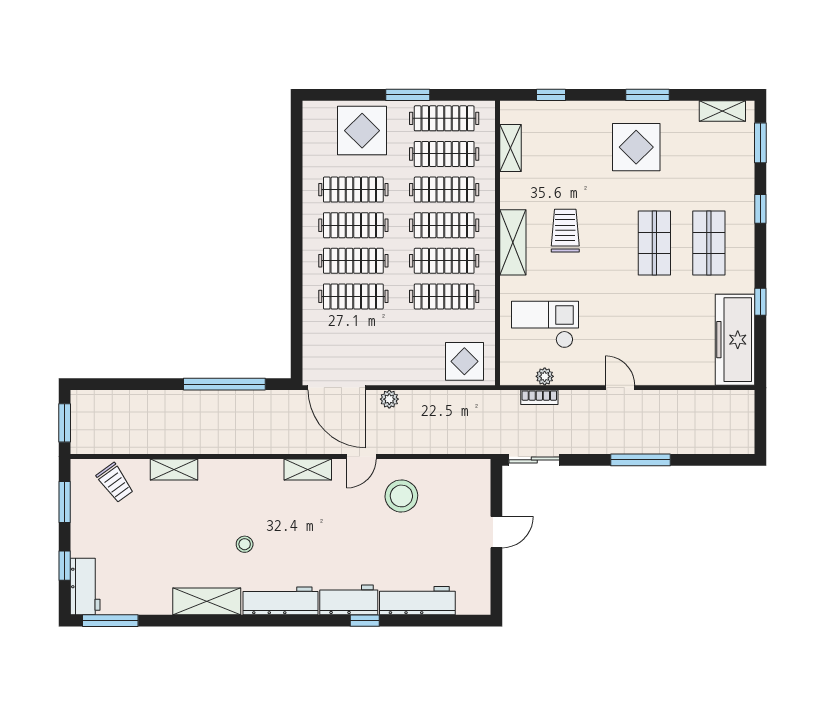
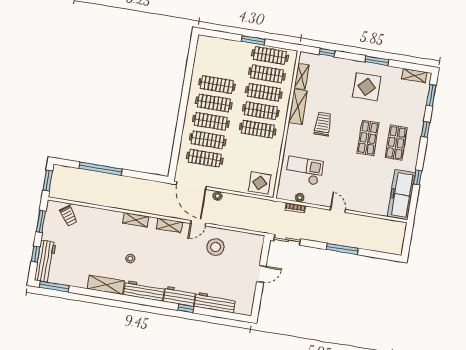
display table: (362, 131) -> (226, 55), removed
shelving: (513, 242) -> (298, 107), moved
clothes rail: (444, 296) -> (205, 158), moved
window: (224, 384) -> (101, 169), moved
shelving: (174, 469) -> (136, 220), moved
workbench: (85, 587) -> (45, 261), width x1.37

